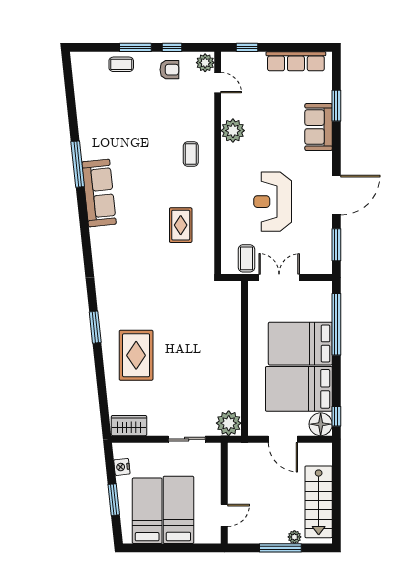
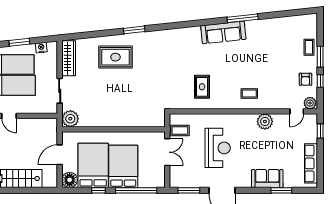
reception desk: (273, 202) -> (218, 148), turned 90
rug: (181, 225) -> (202, 87), turned 90
window: (336, 416) -> (98, 190), moved
wardrobe: (129, 426) -> (69, 58), width x1.50

